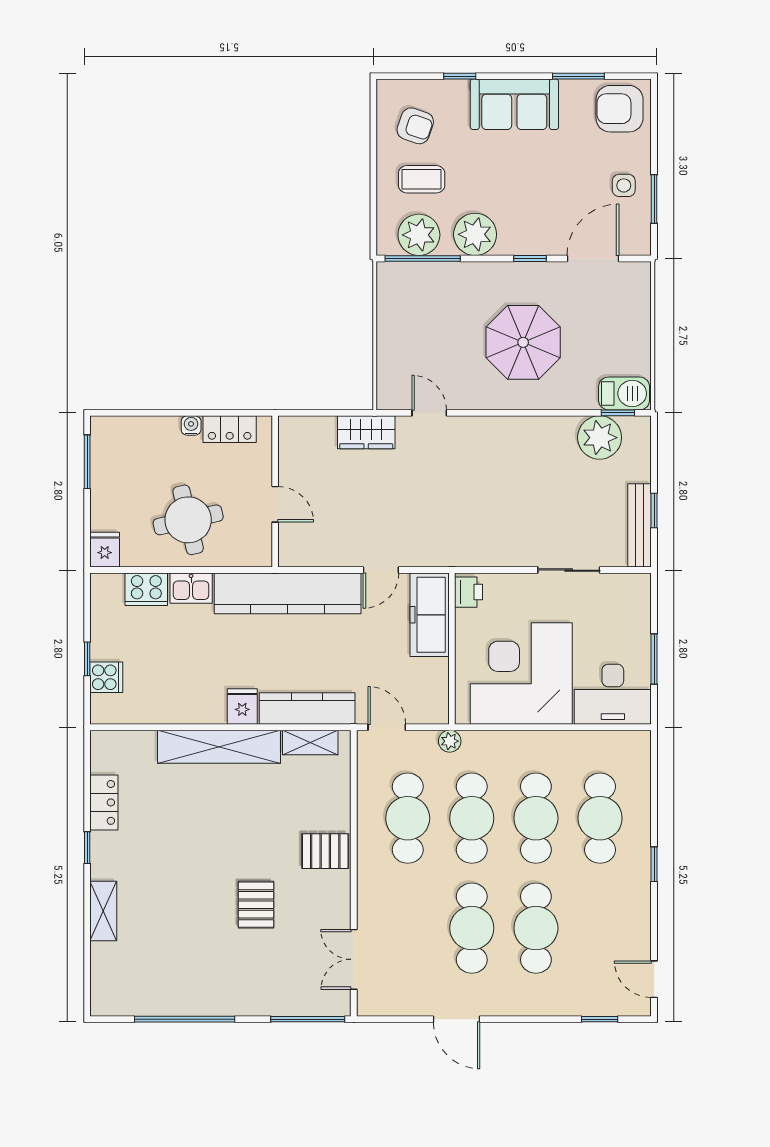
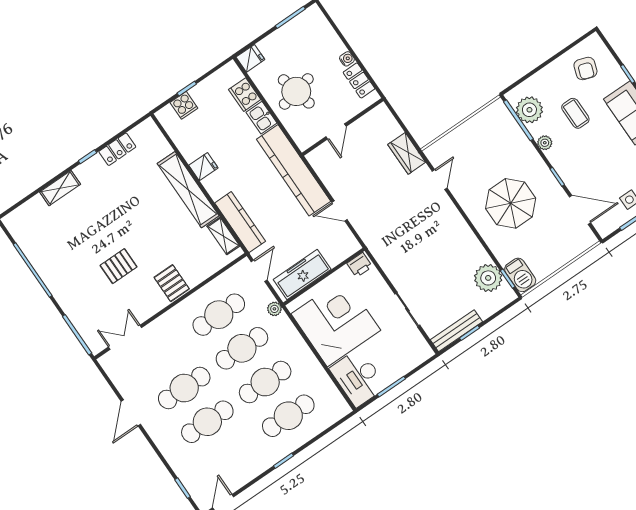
coffee table: (422, 179) -> (575, 113), moved
plant: (475, 234) -> (545, 143), width x0.53, depth x0.53
freezer: (430, 615) -> (302, 274), moved
fridge: (242, 707) -> (203, 167), moved

